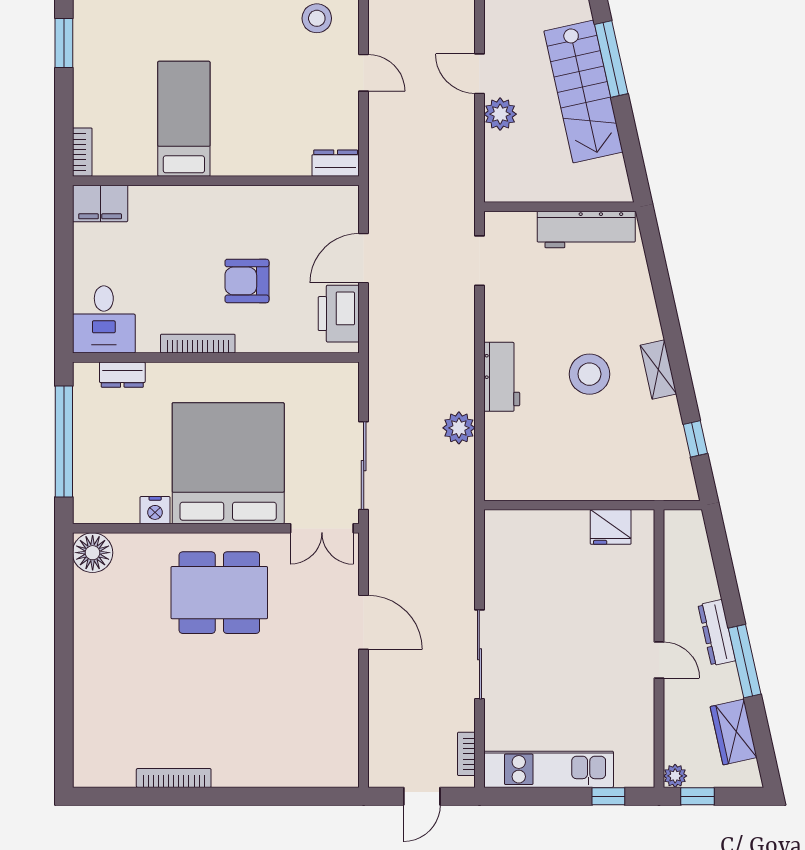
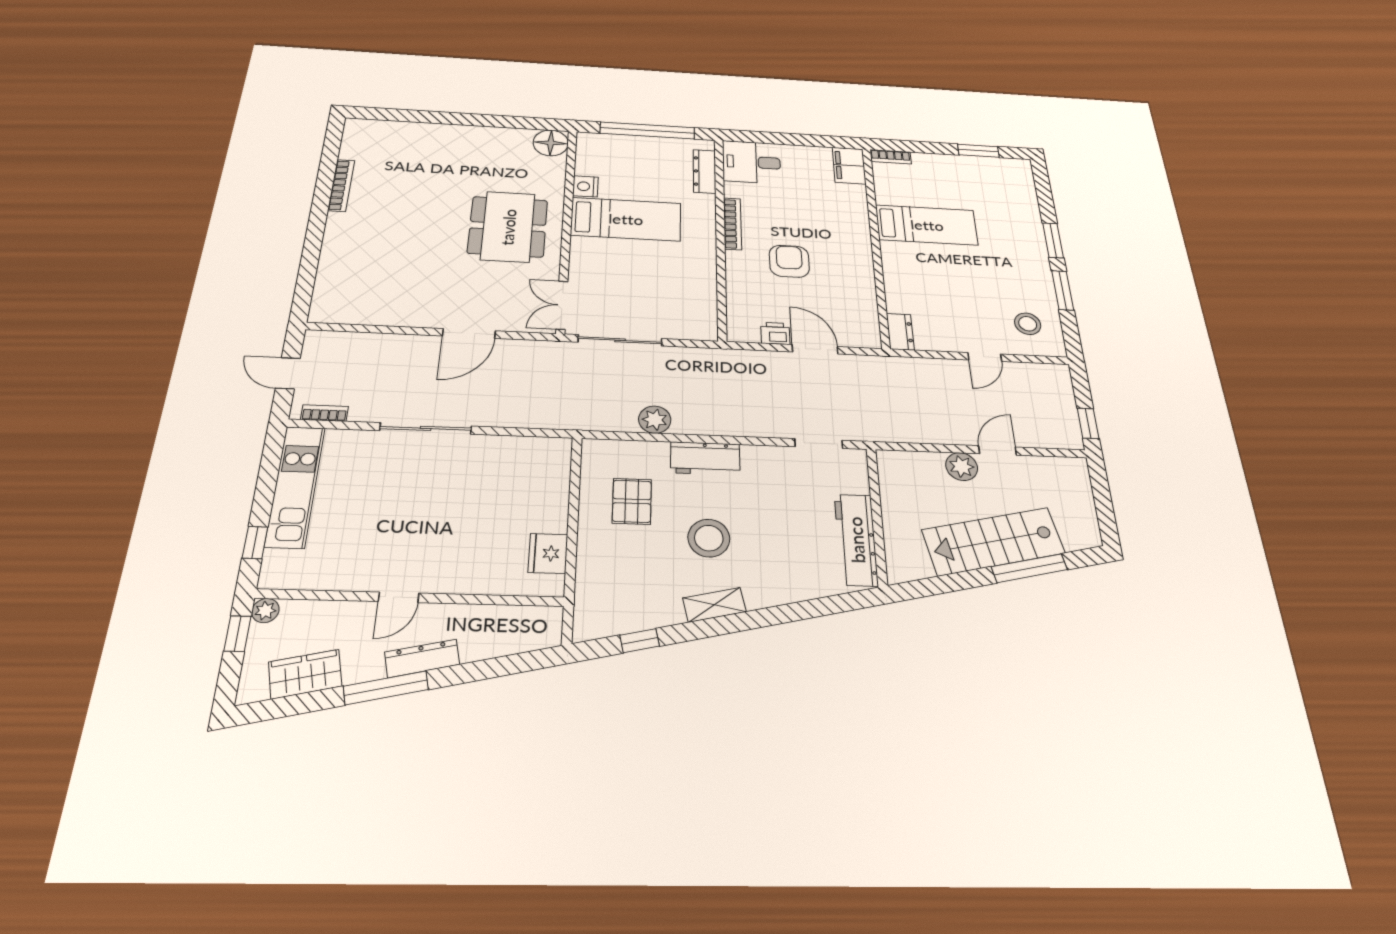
printer: (339, 314) -> (775, 333), width x0.53, depth x0.68
dresser: (122, 375) -> (705, 171), width x1.44
pallet: (552, 449) -> (632, 501), added
bed: (228, 463) -> (626, 219), width x0.49

